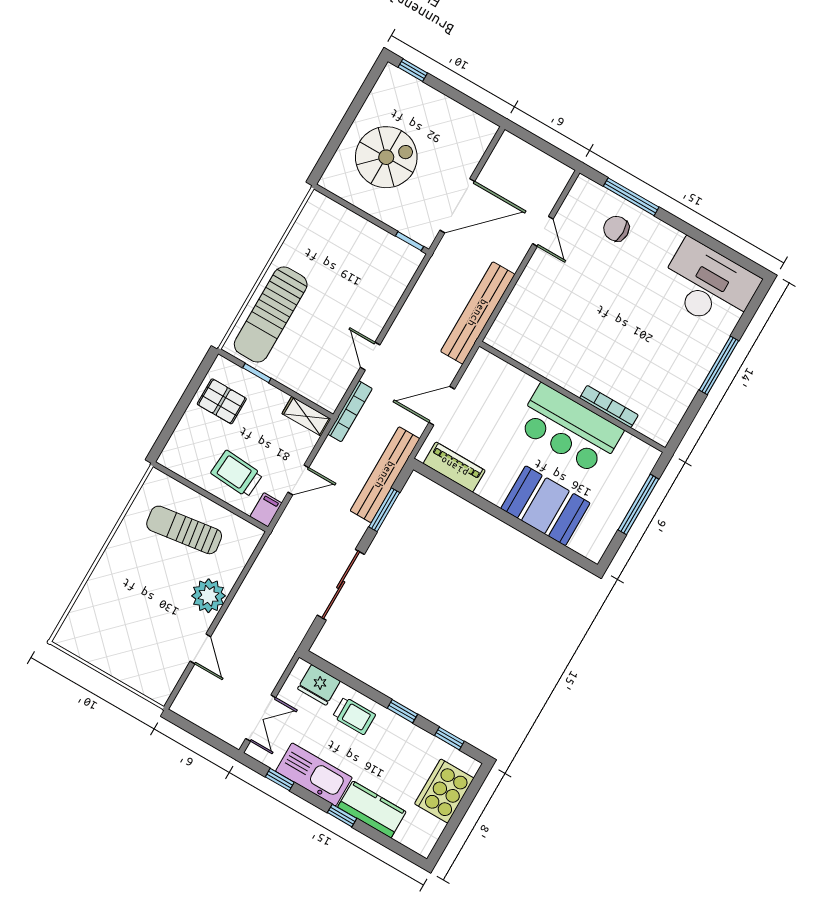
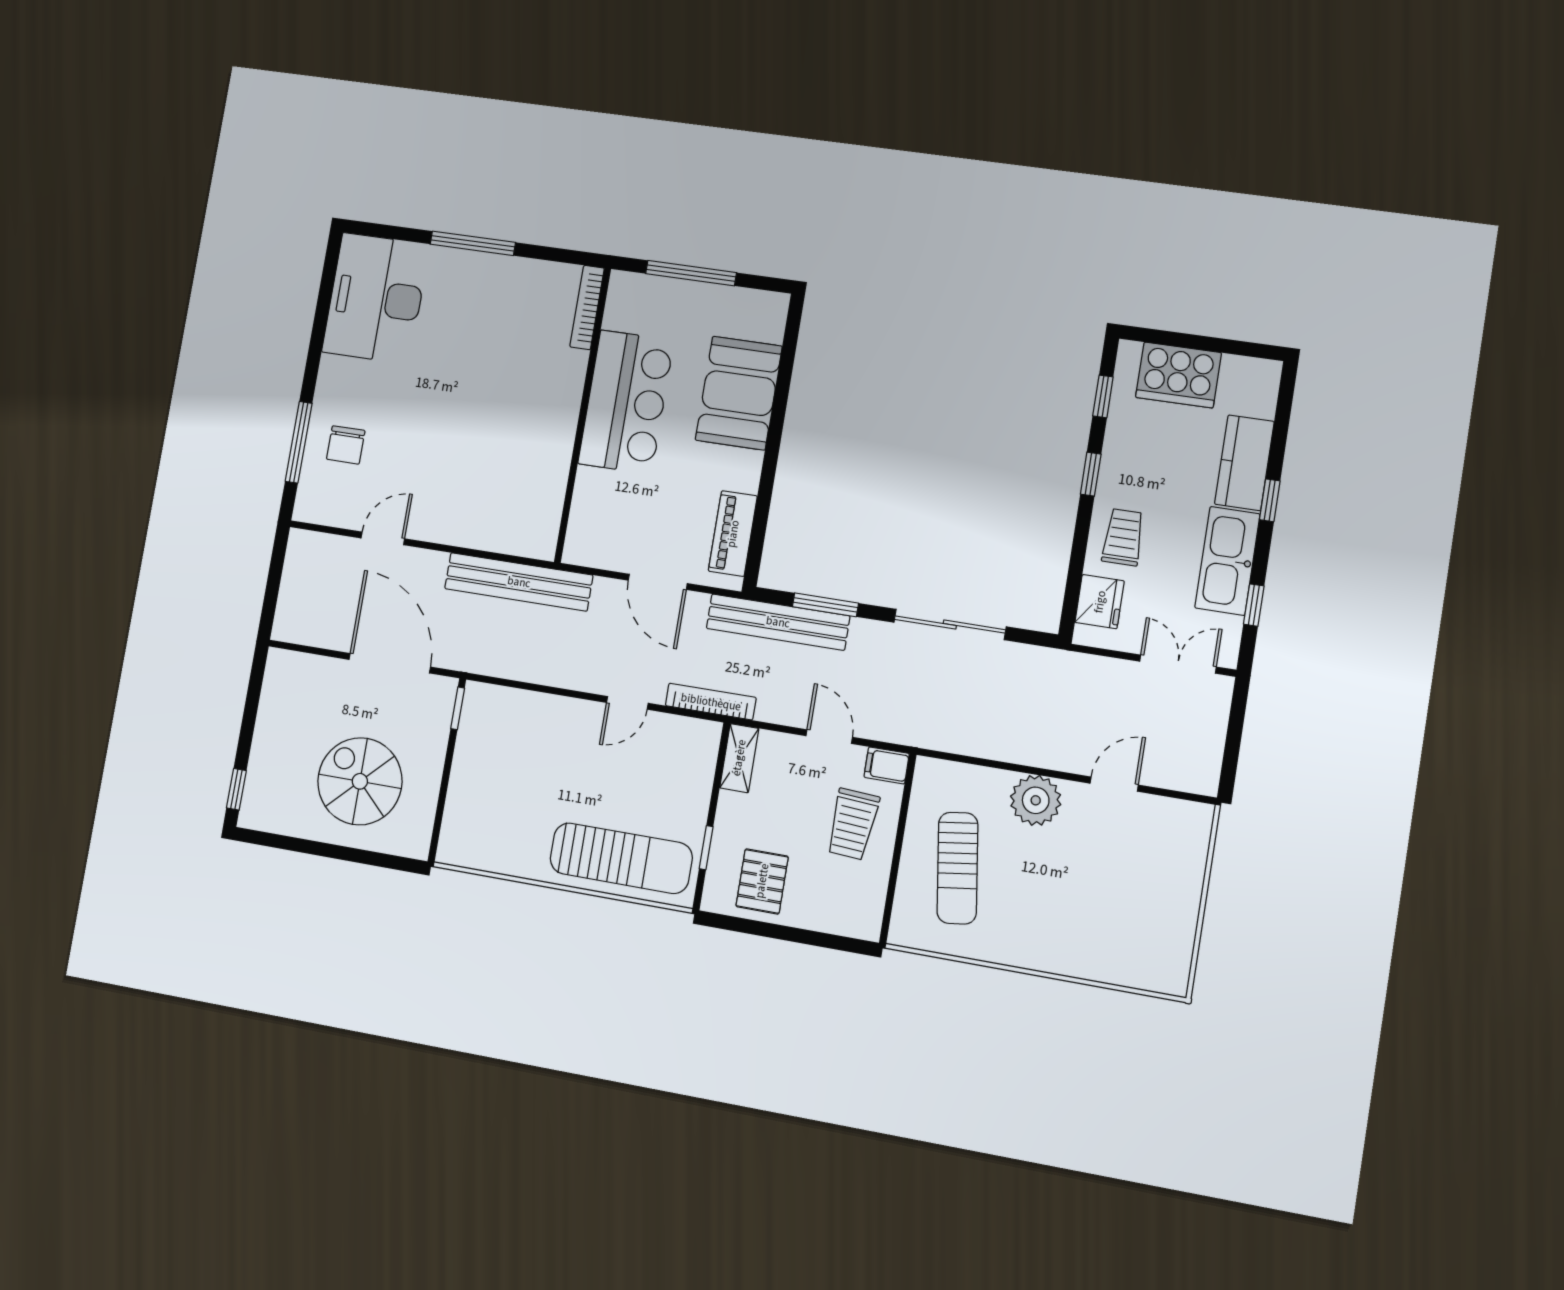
bookcase: (609, 407) -> (587, 307), moved

